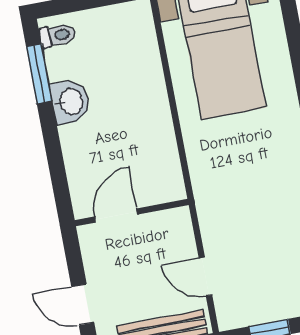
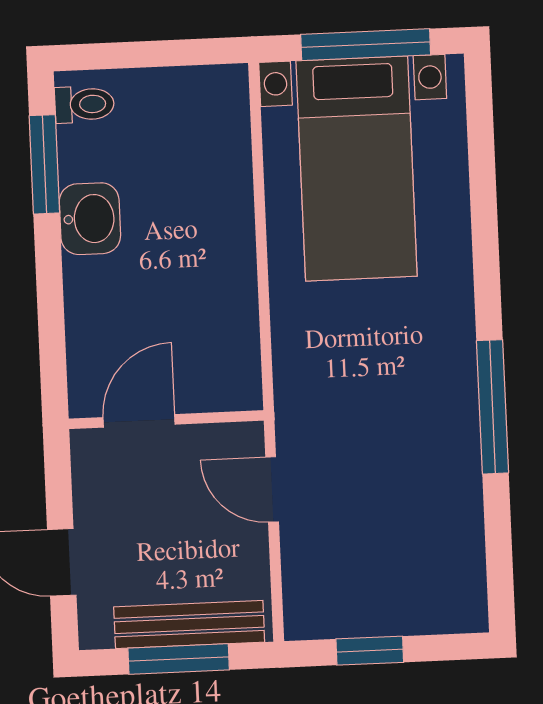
door: (205, 277) -> (272, 489), moved

